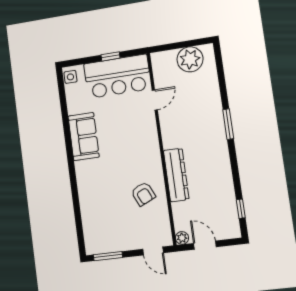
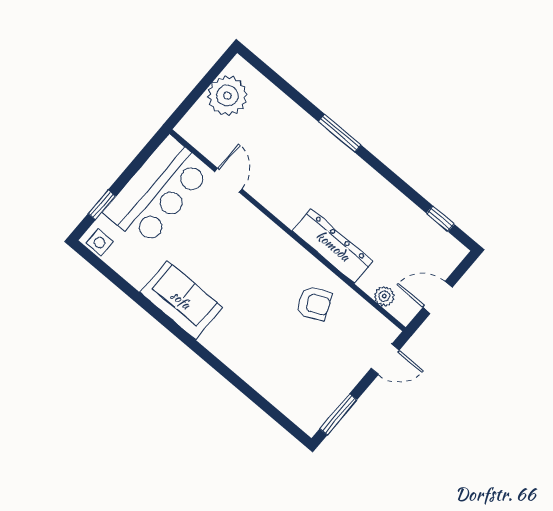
window: (110, 56) -> (102, 205), moved
plant: (182, 238) -> (384, 296), moved

